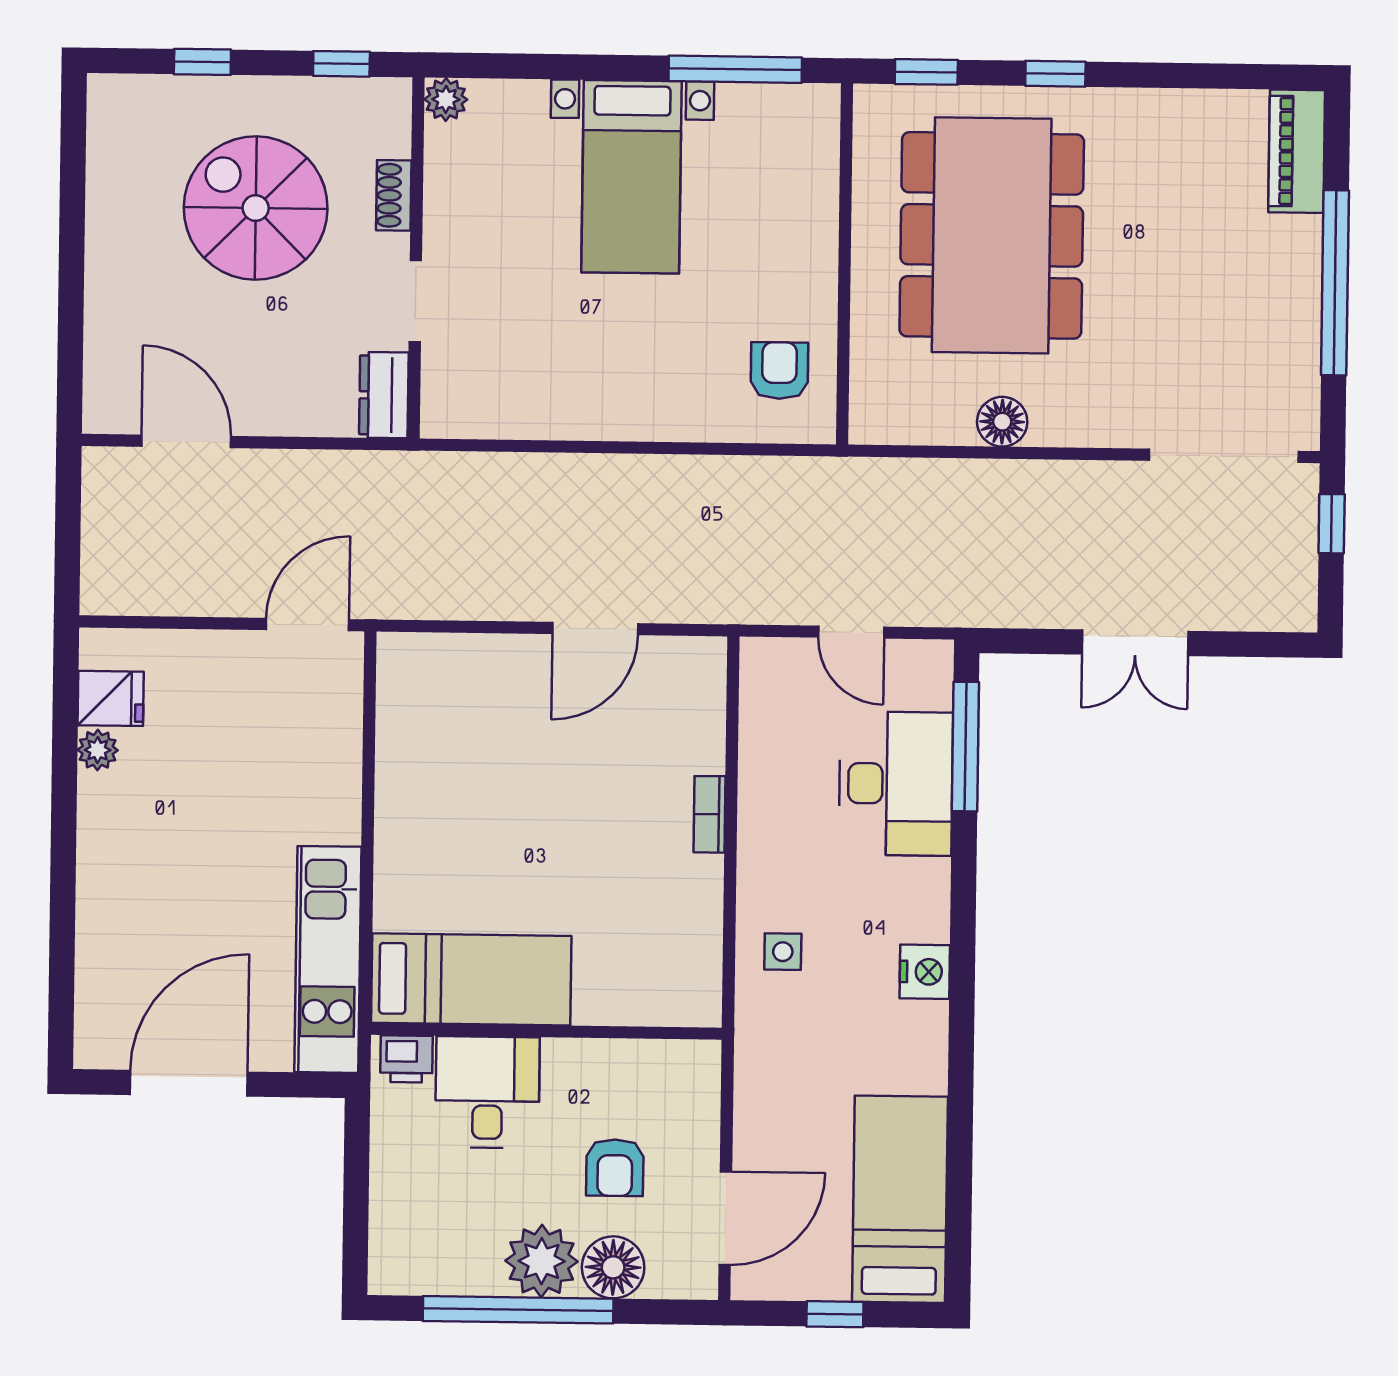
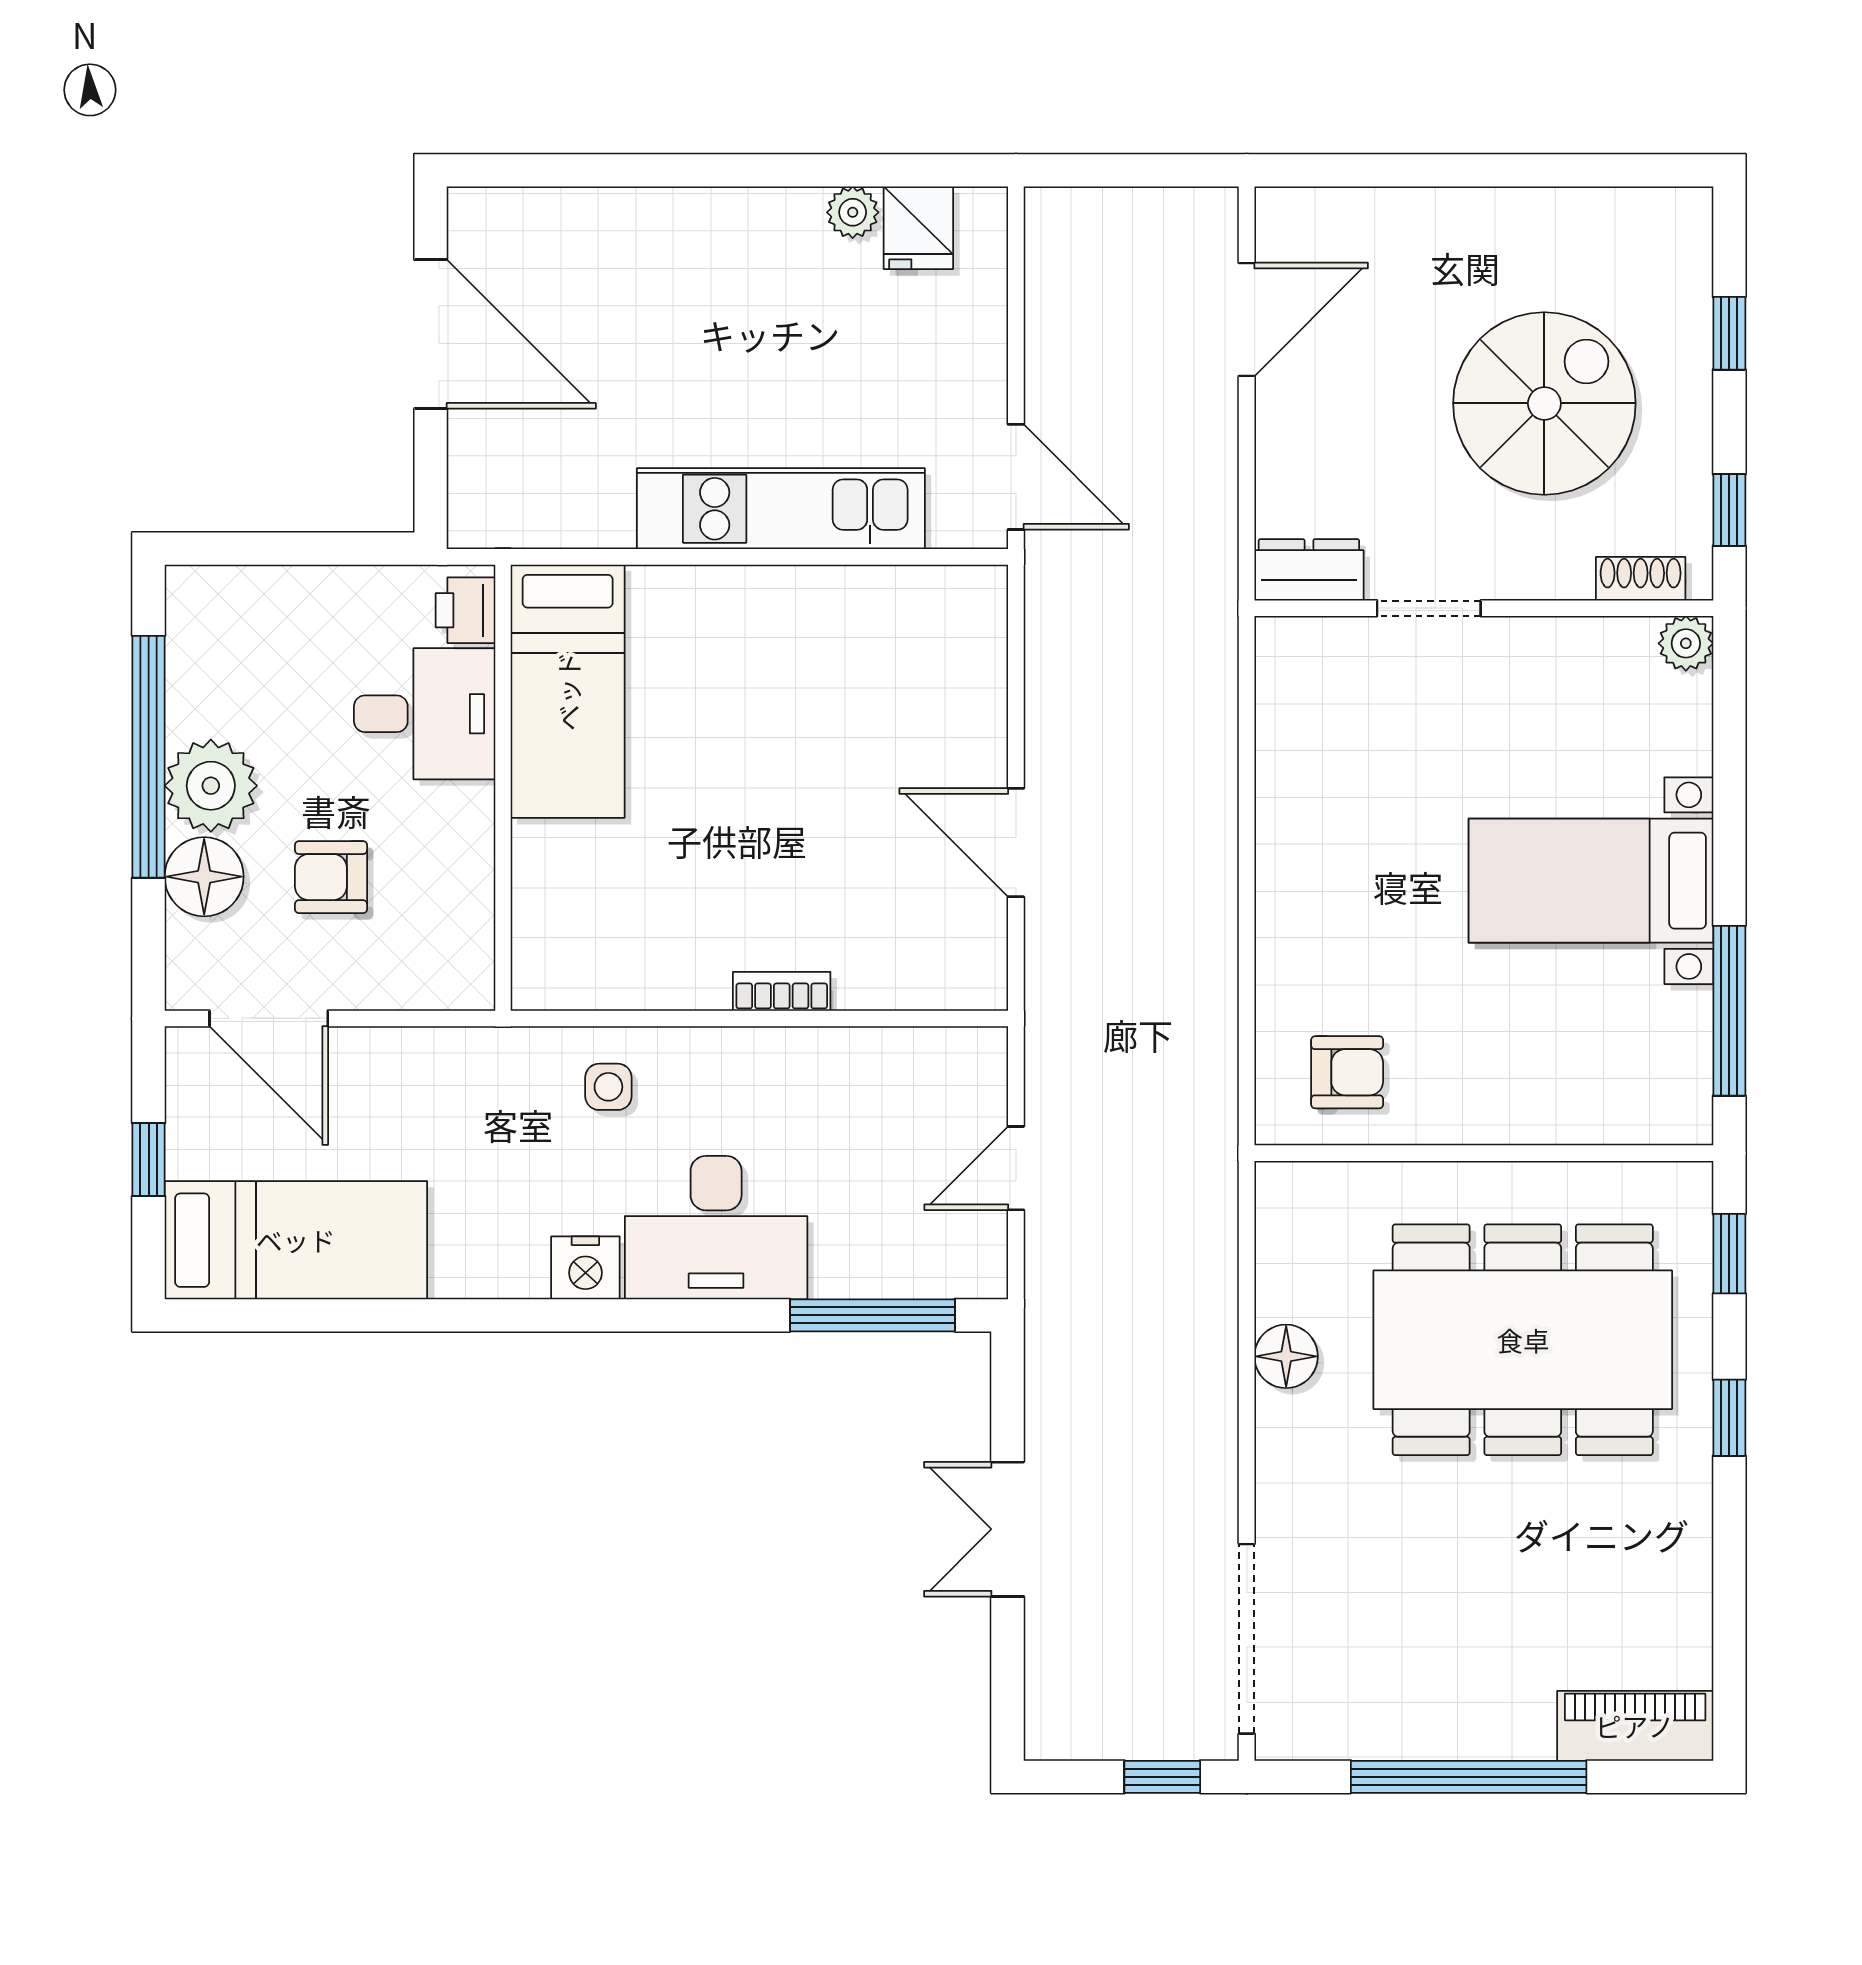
shoe rack: (394, 195) -> (1641, 579), moved
desk: (896, 784) -> (716, 1228), moved
kitchen unit: (328, 959) -> (781, 509), moved

